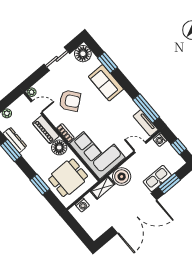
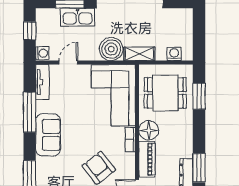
sofa: (106, 83) -> (48, 135), moved
window: (146, 108) -> (30, 112), moved
door: (140, 147) -> (68, 63), swing flipped
window: (40, 185) -> (199, 96), moved

